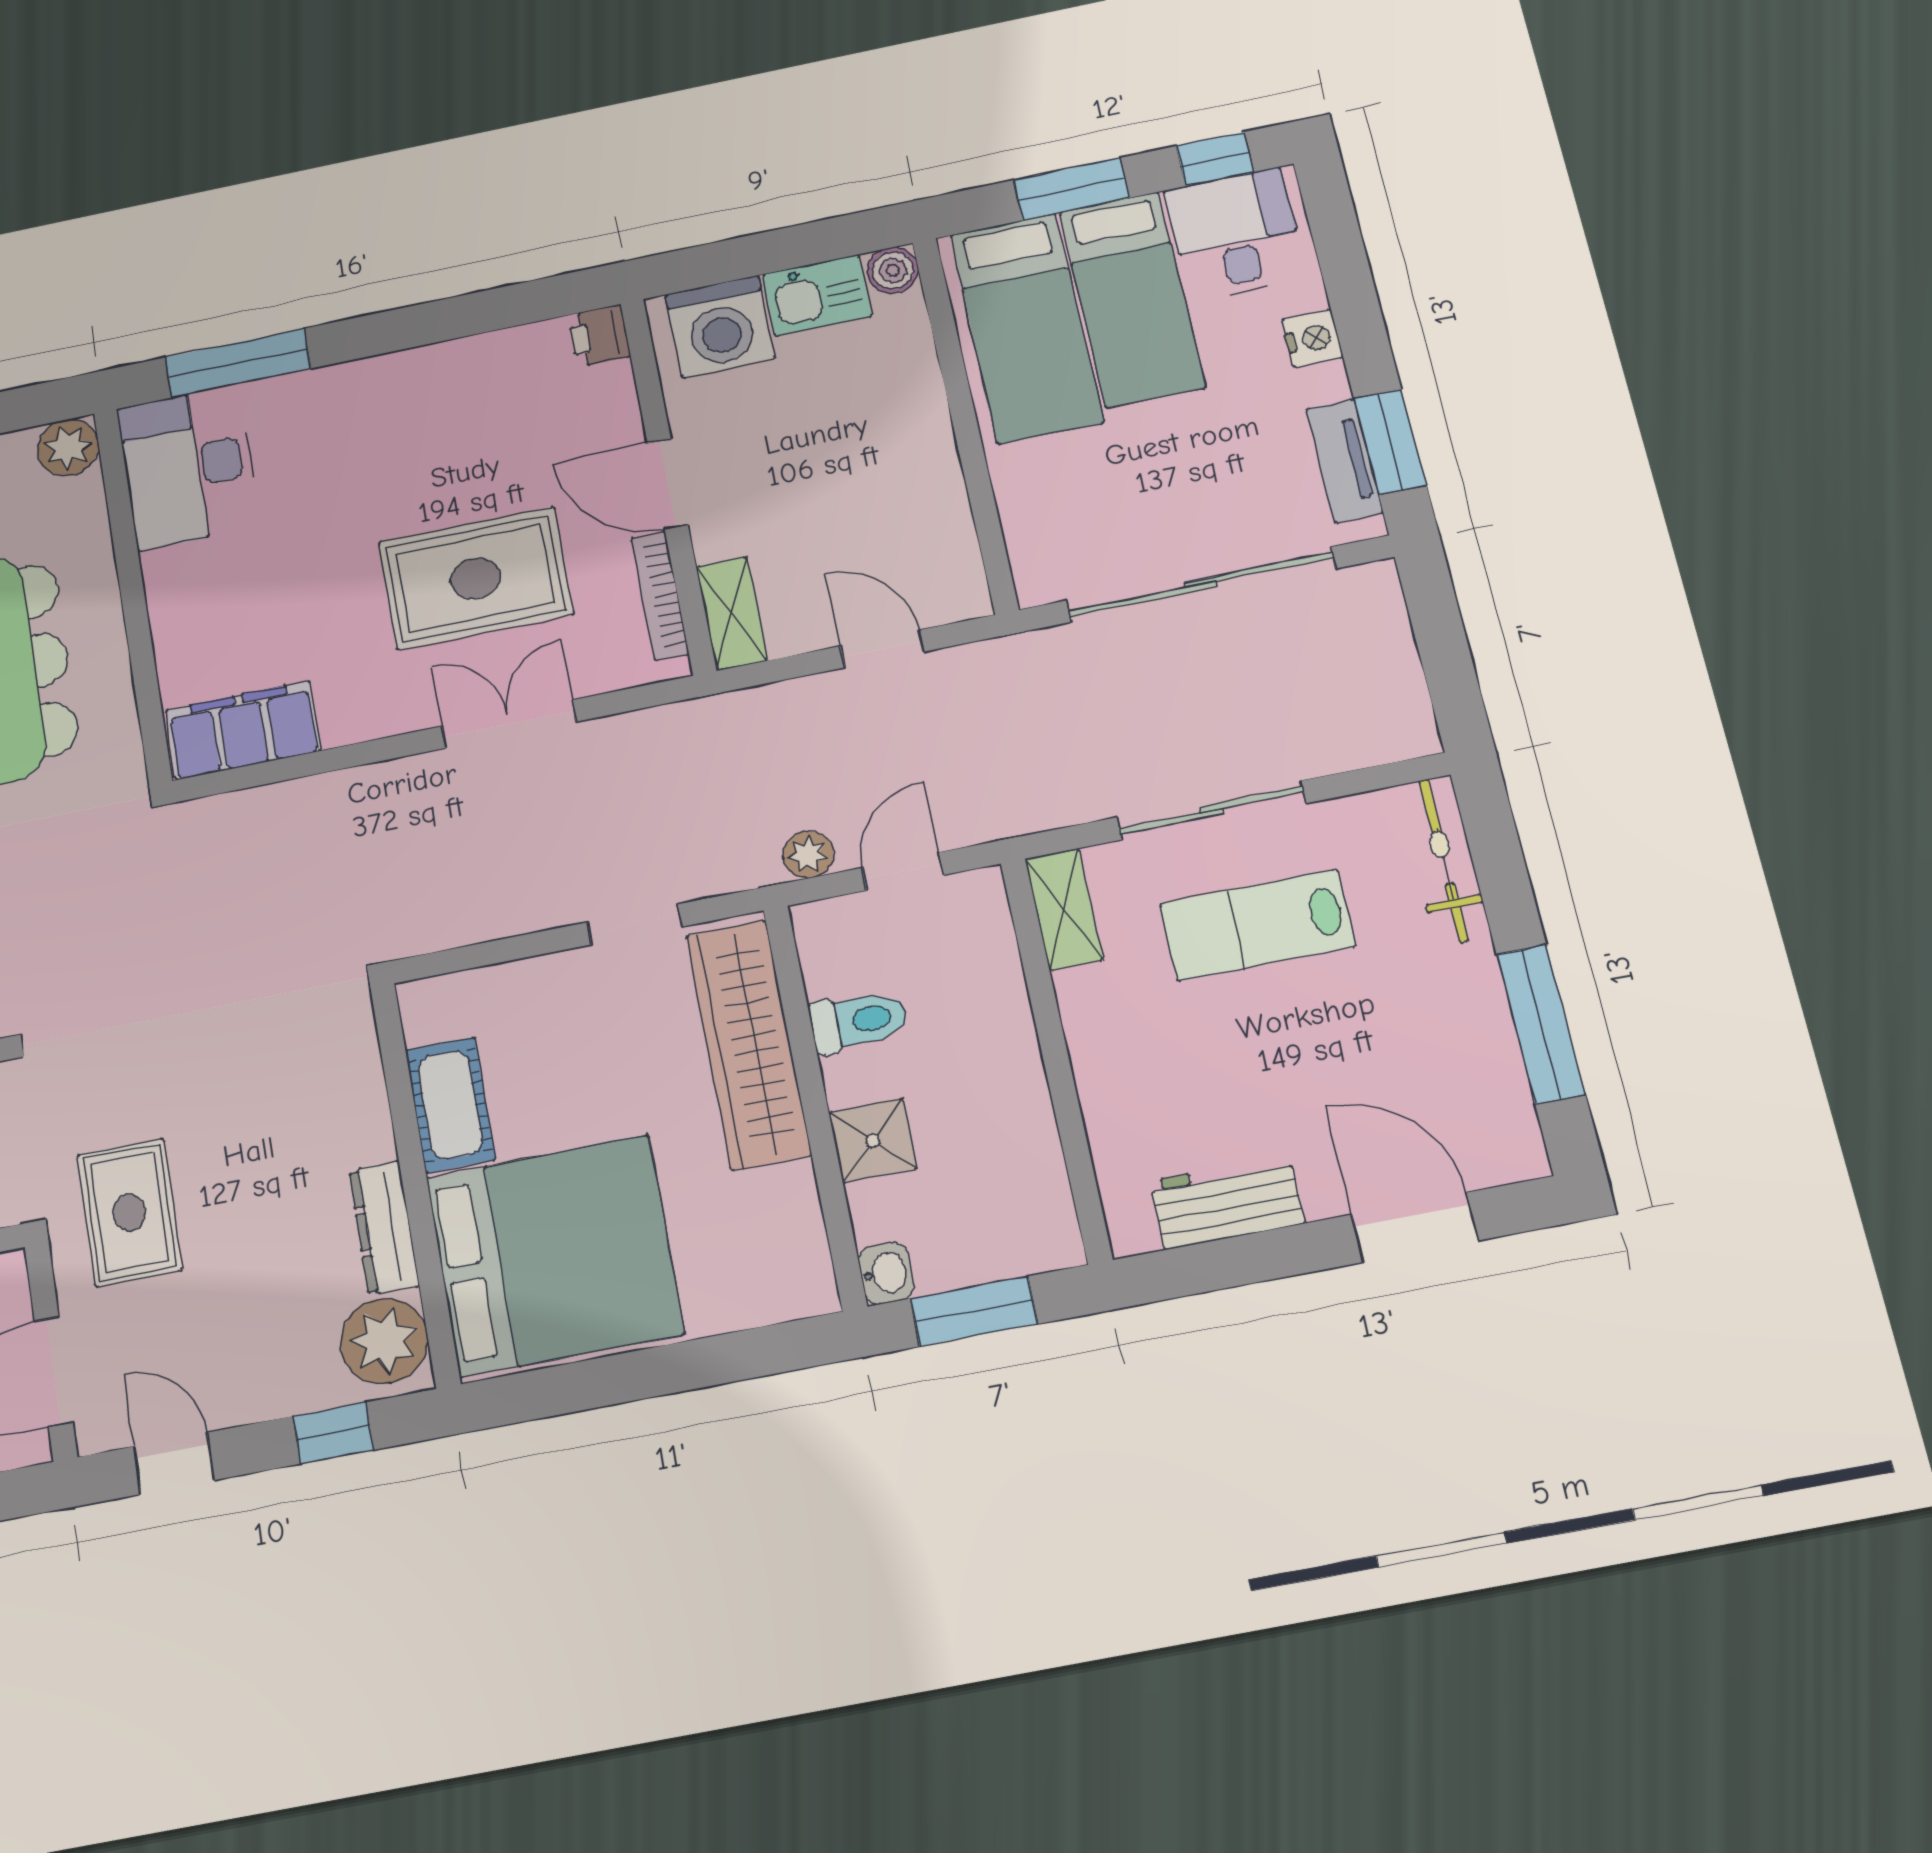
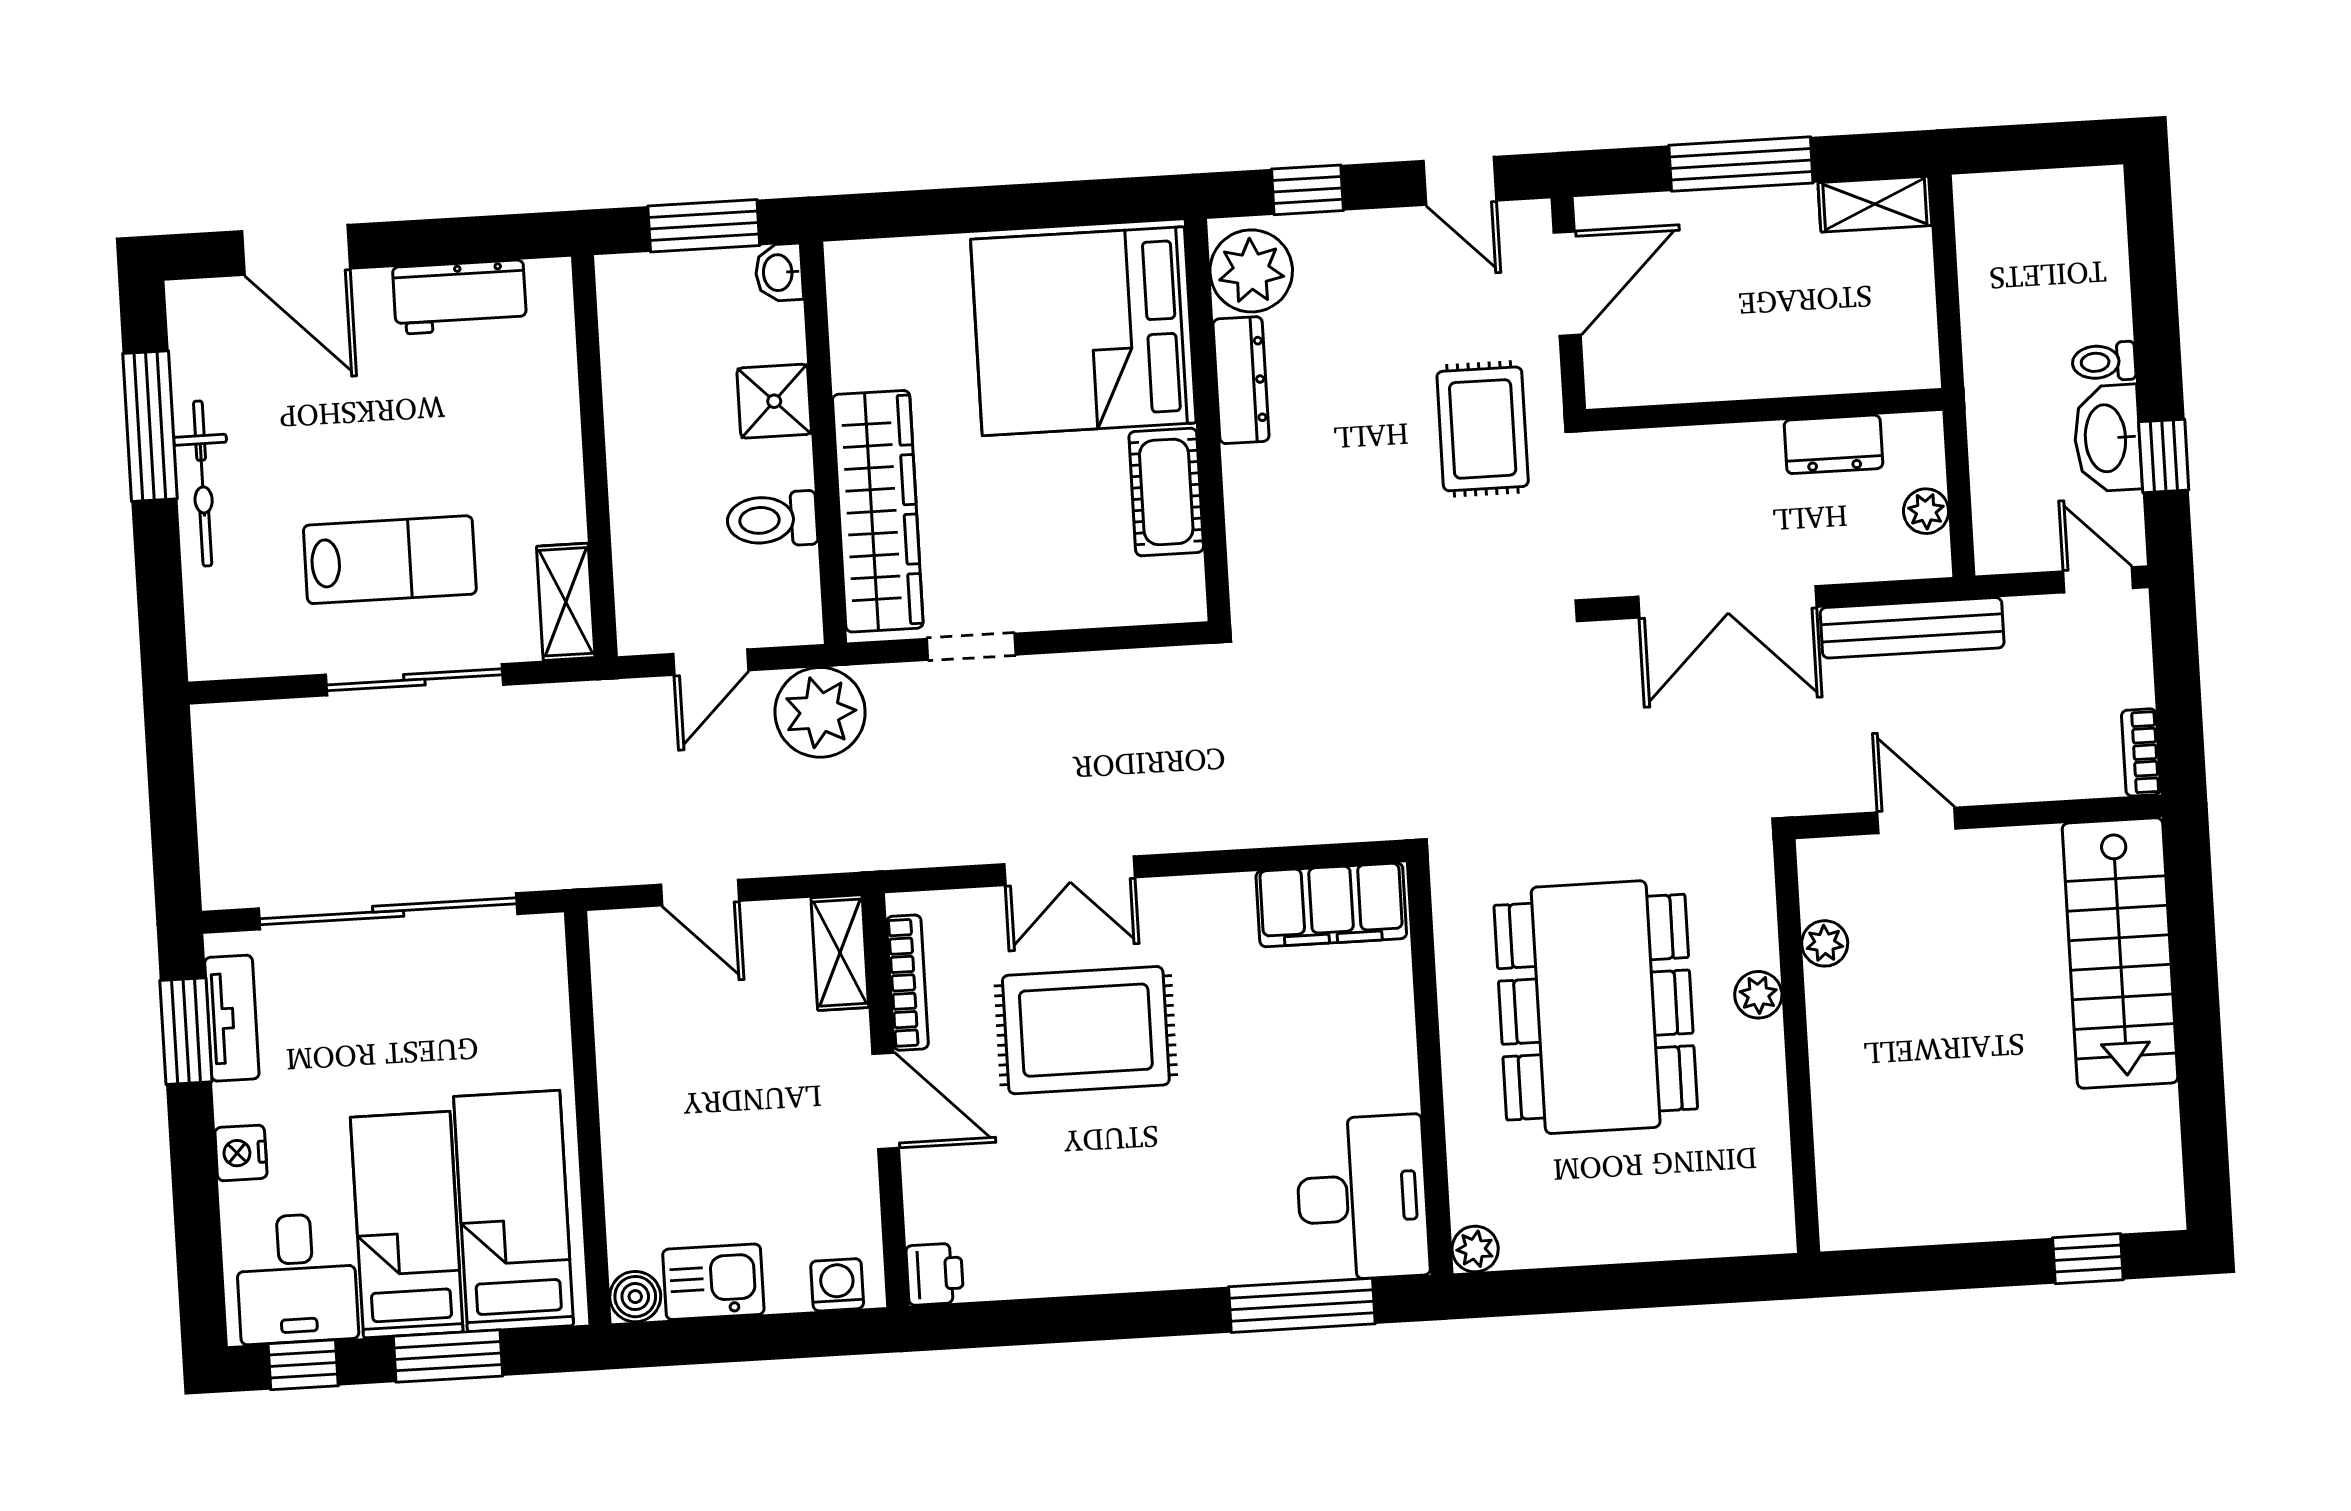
washing machine: (720, 326) -> (837, 1285), width x0.53, depth x0.53
plant: (68, 448) -> (1475, 1249), width x0.73, depth x0.73
plant: (808, 855) -> (820, 712), width x1.88, depth x1.88
bicycle: (1444, 861) -> (203, 483), moved

